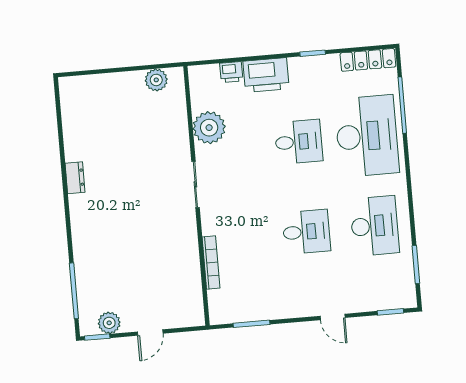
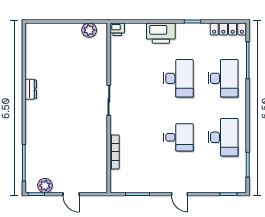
printer: (231, 72) -> (117, 29), moved
plant: (209, 128) -> (121, 64), removed
desk: (367, 136) -> (223, 78), width x0.73, depth x0.77
desk: (299, 142) -> (178, 78), width x1.37
door: (333, 317) -> (180, 194), moved
door: (150, 333) -> (71, 194), hinge flipped

